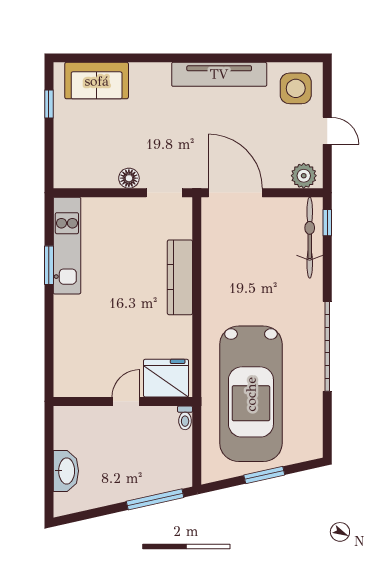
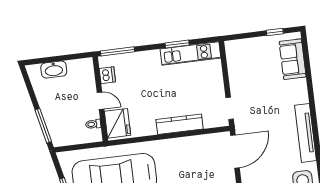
floor lamp: (129, 178) -> (236, 86), removed
window: (49, 364) -> (117, 51), added
dishwasher: (86, 385) -> (107, 75), added
toilet: (185, 418) -> (93, 124), moved

